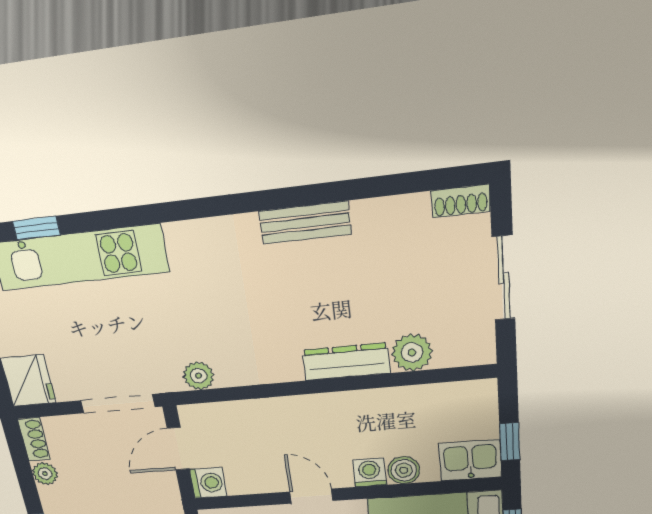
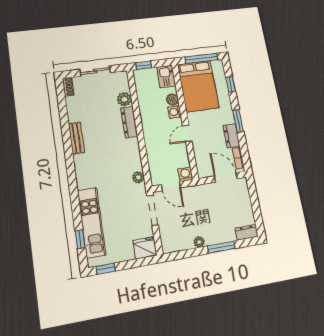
shoe rack: (34, 439) -> (172, 248), removed
window: (510, 442) -> (144, 65), moved
plant: (45, 474) -> (199, 242), moved

